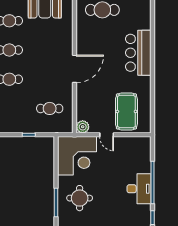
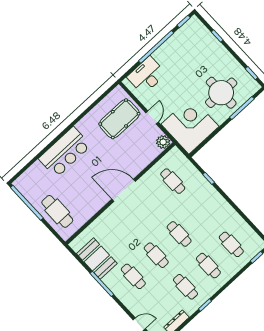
desk: (139, 189) -> (147, 75), moved
round table: (80, 198) -> (221, 93), width x1.36, depth x1.36

